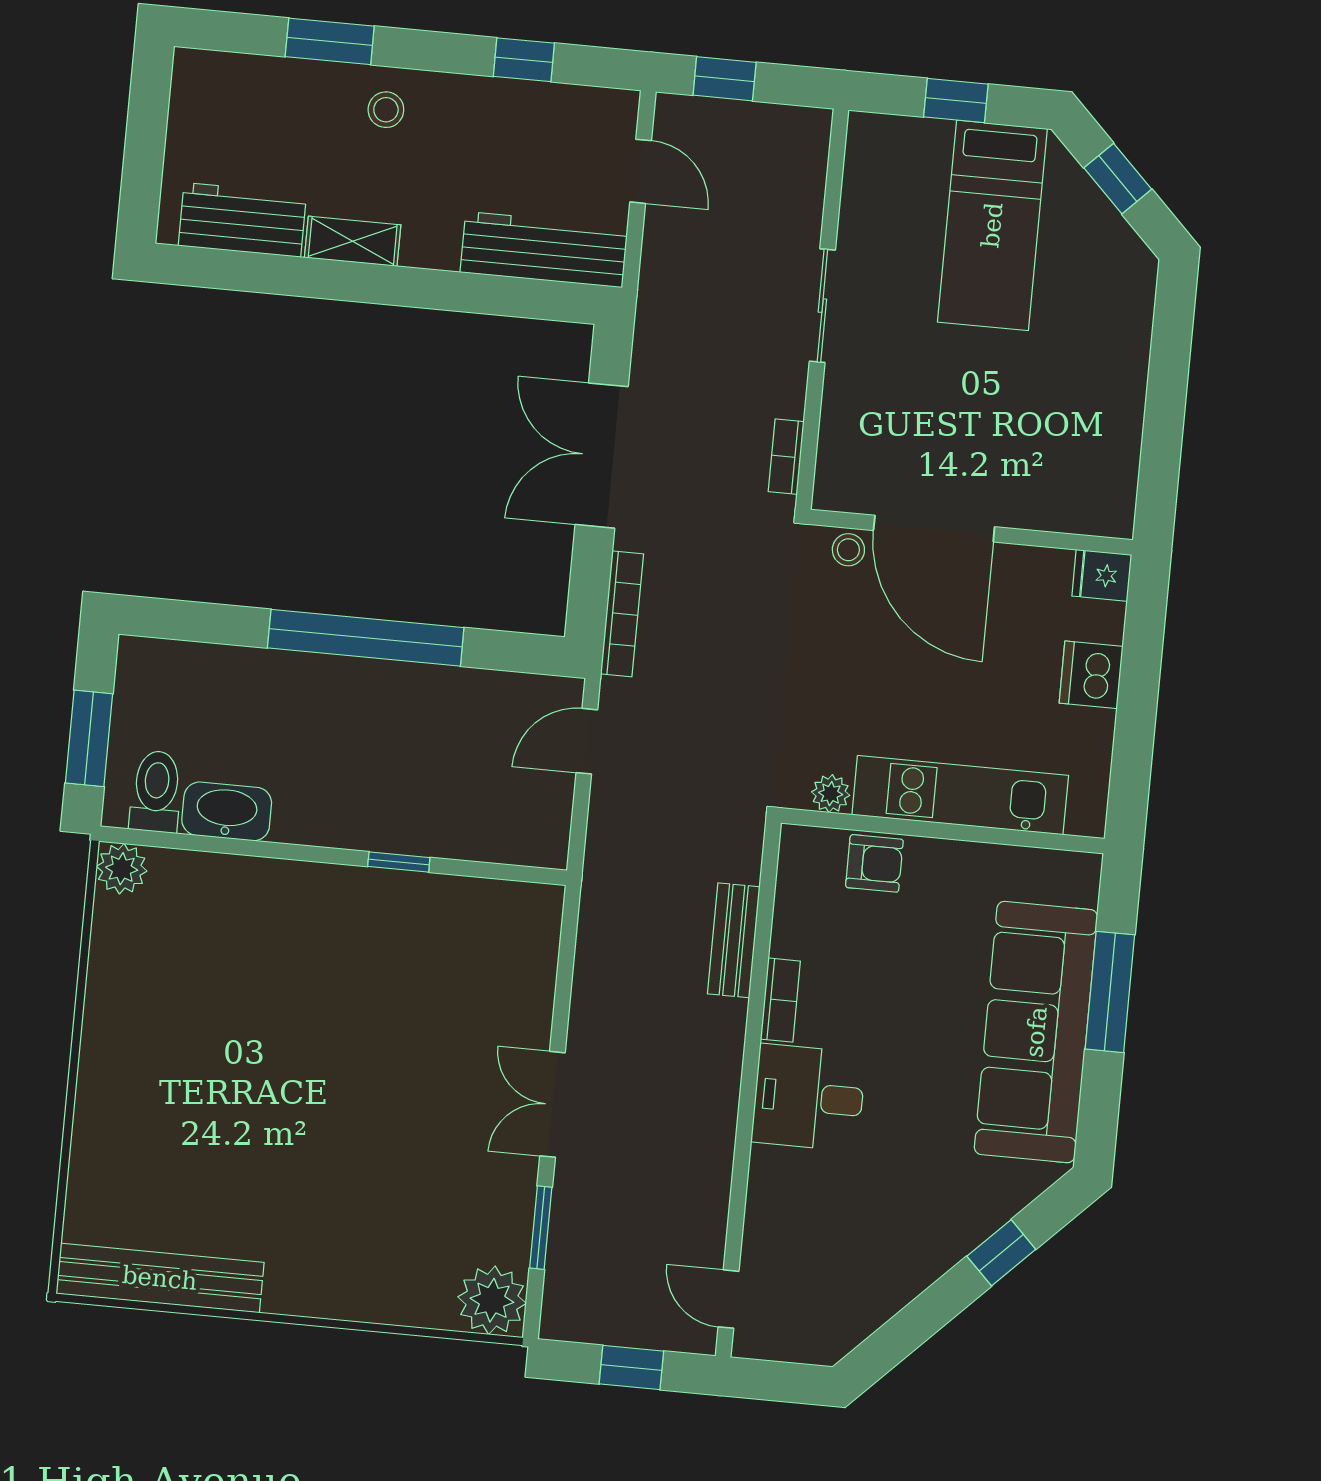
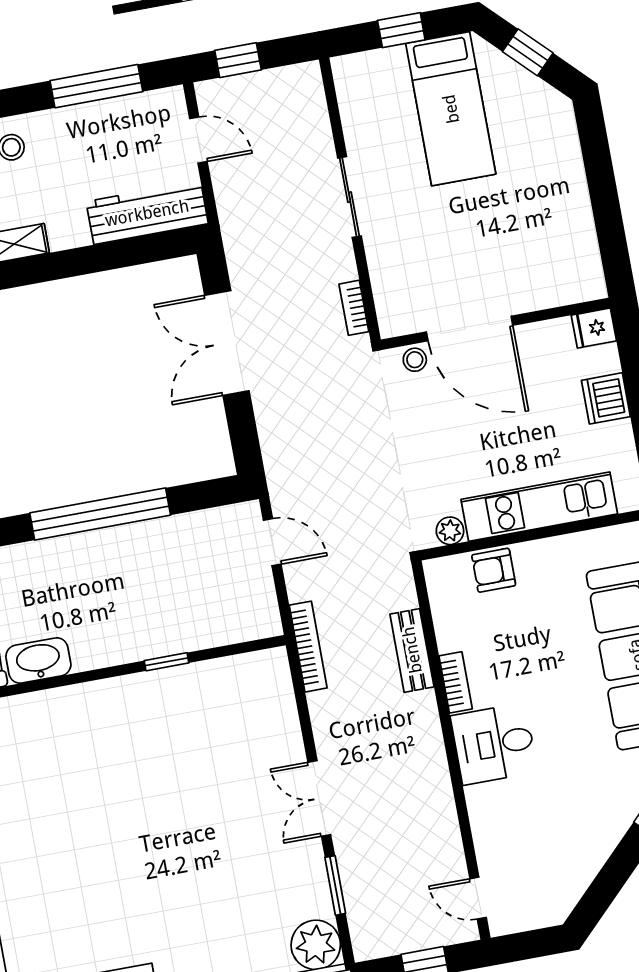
window: (524, 60) -> (96, 86), width x2.17
bookcase: (622, 614) -> (308, 647), moved
door: (587, 741) -> (272, 542), swing flipped
armchair: (874, 863) -> (494, 570), turned 180

